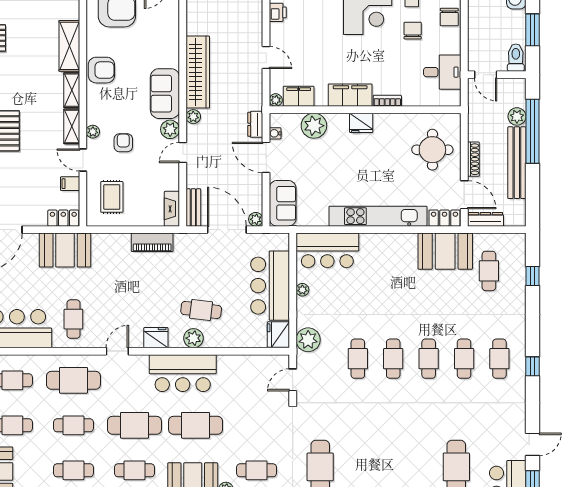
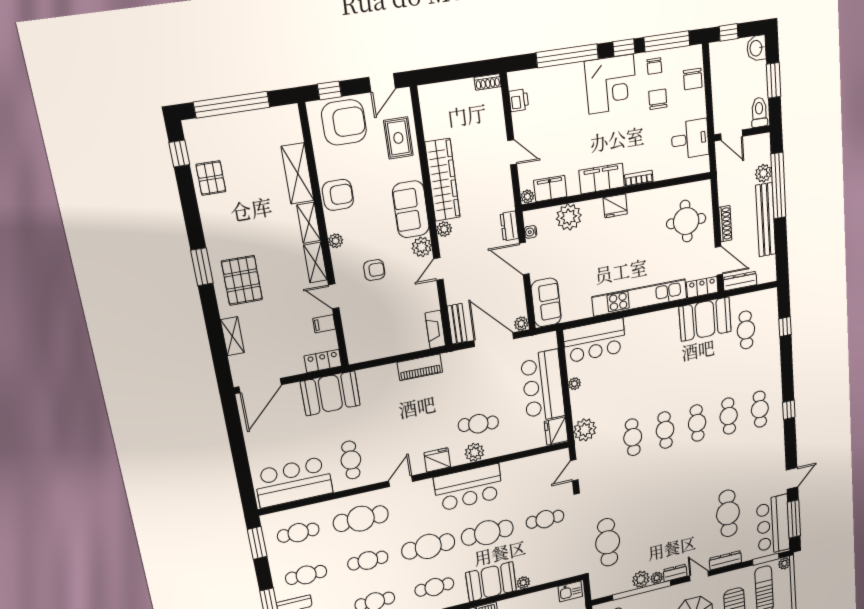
plant: (93, 132) -> (336, 241), moved
armchair: (123, 143) -> (374, 270), turned 90
rug: (112, 197) -> (398, 138), moved
cafe table: (257, 470) -> (545, 519), moved

